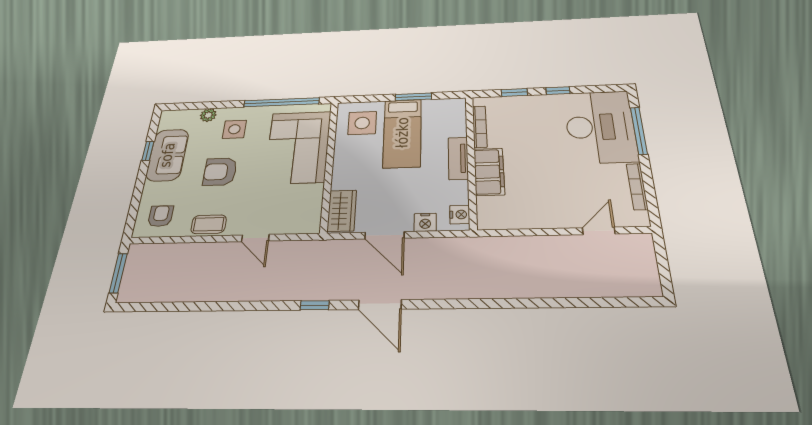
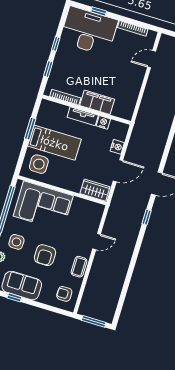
window: (639, 131) -> (99, 11), width x0.46
nightstand: (460, 215) -> (103, 122), moved
door: (599, 231) -> (152, 59), hinge flipped

